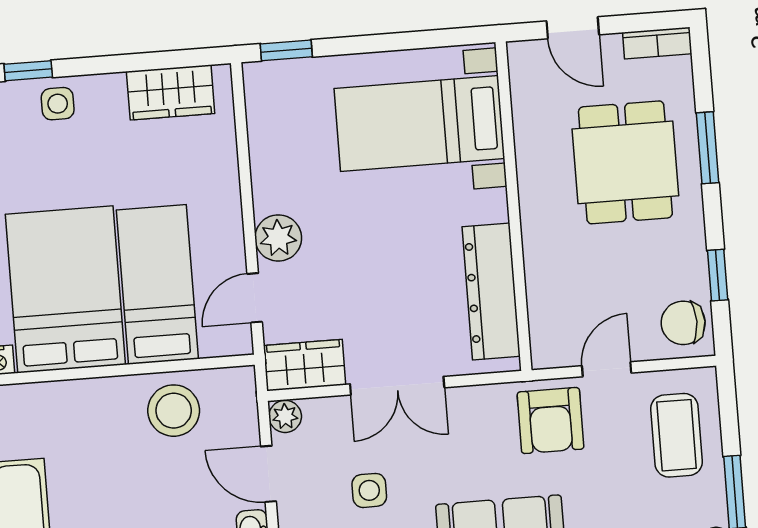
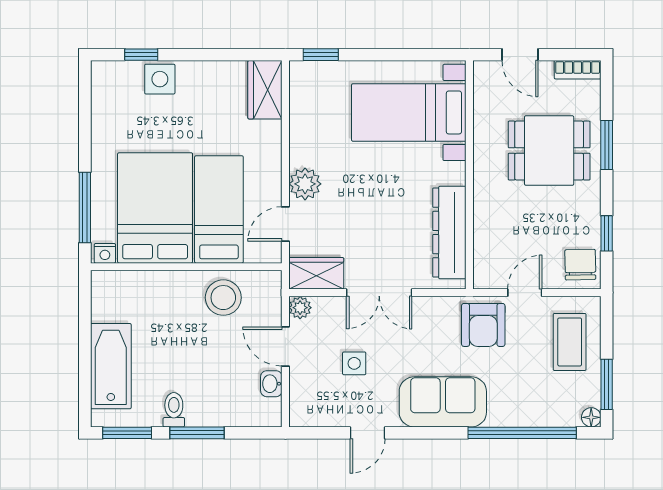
wardrobe: (171, 92) -> (265, 90), moved, turned 90
side table: (58, 104) -> (160, 79), width x1.37, depth x1.37
dining table: (625, 162) -> (549, 151), turned 90
chair: (683, 323) -> (580, 265), turned 89

